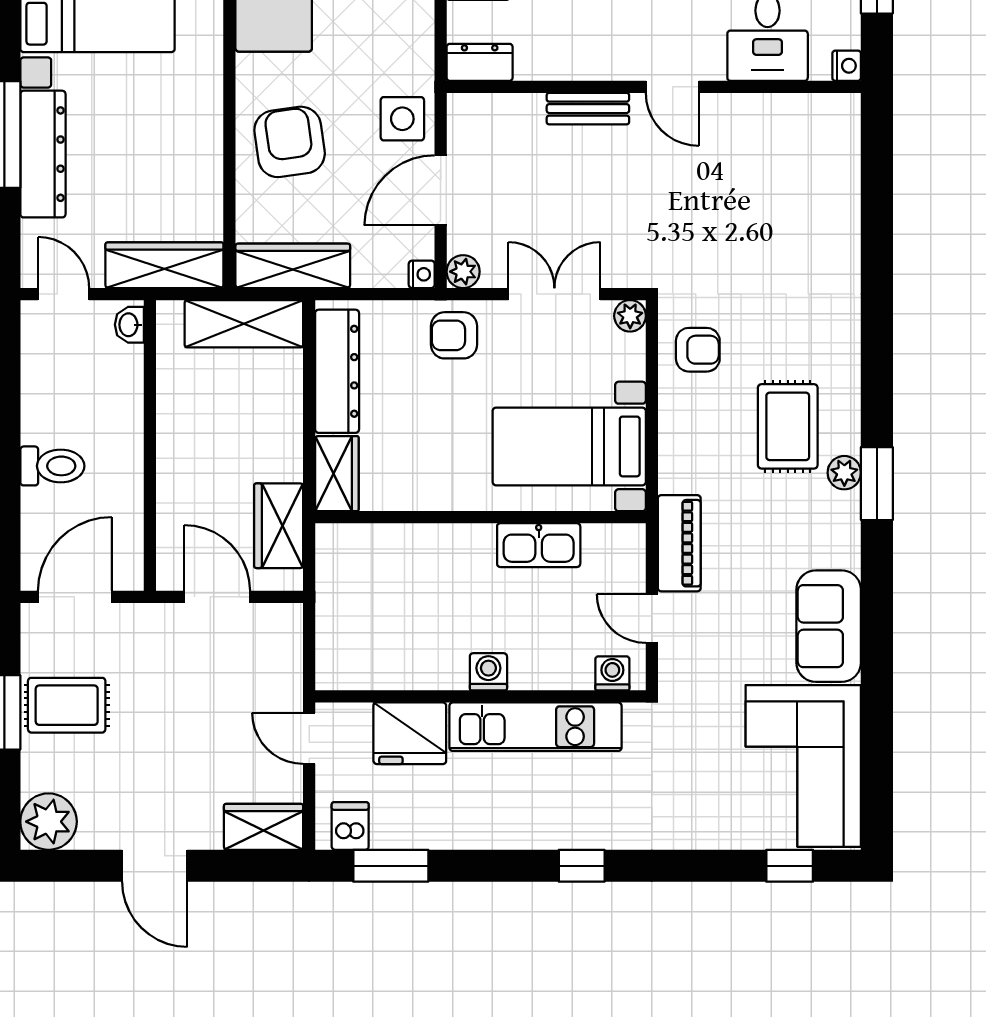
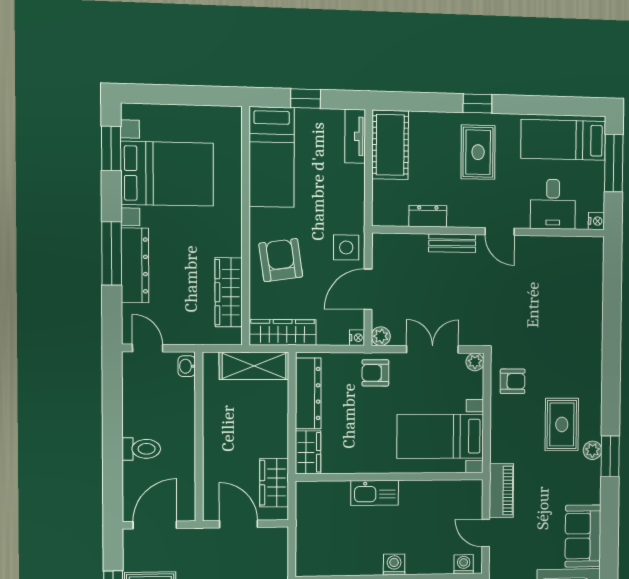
dresser: (480, 62) -> (428, 216), moved
wardrobe: (164, 265) -> (229, 292), moved, turned -90
kitchen sink: (539, 545) -> (375, 493), moved

